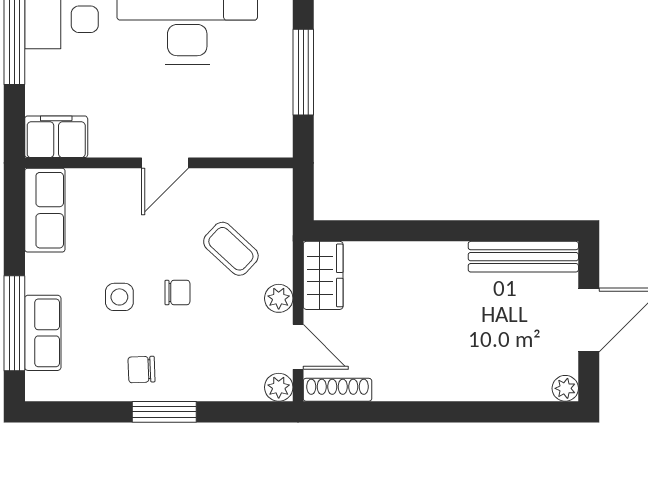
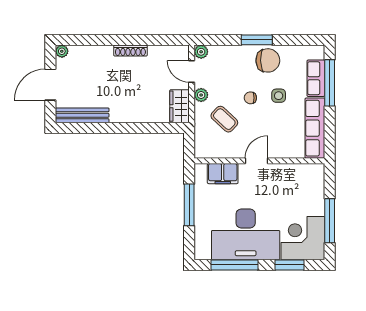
filing cabinet: (56, 137) -> (223, 174), moved
row of seats: (45, 210) -> (315, 128), width x1.48
chair: (142, 369) -> (268, 60), width x1.87, depth x1.87
shoe rack: (337, 390) -> (130, 51), moved

